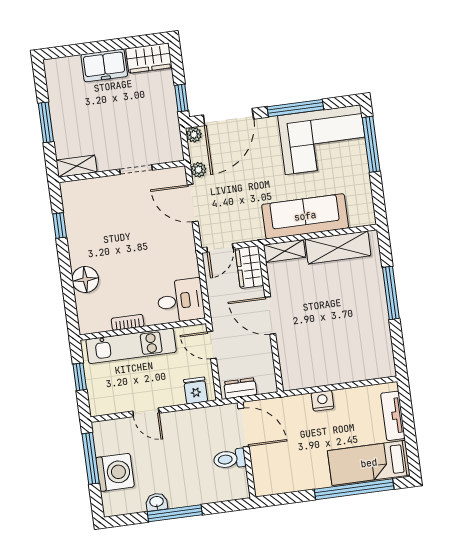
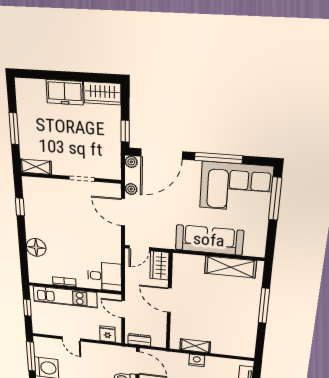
shelving: (285, 251) -> (195, 346), moved

